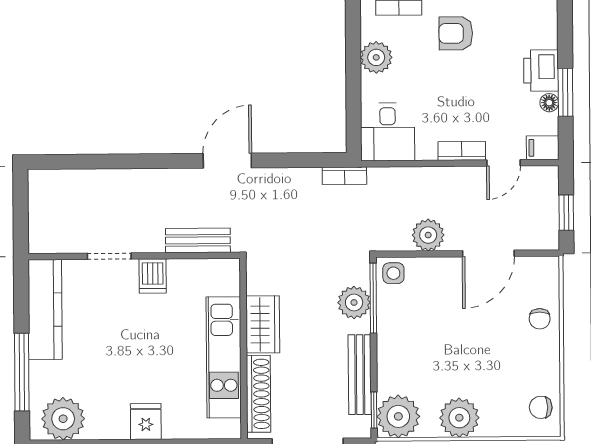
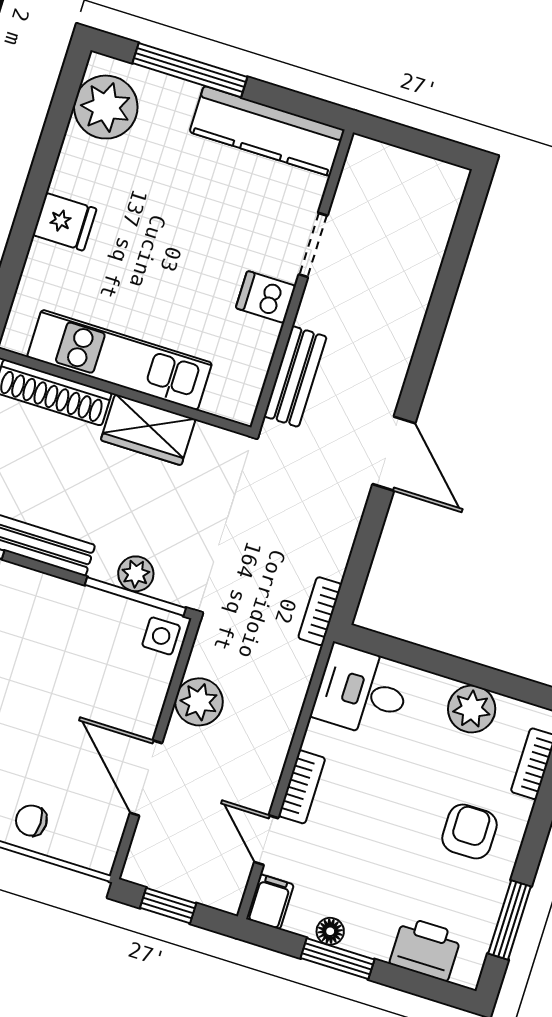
printer: (541, 71) -> (426, 949), moved
plant: (354, 303) -> (136, 574), width x0.73, depth x0.73

